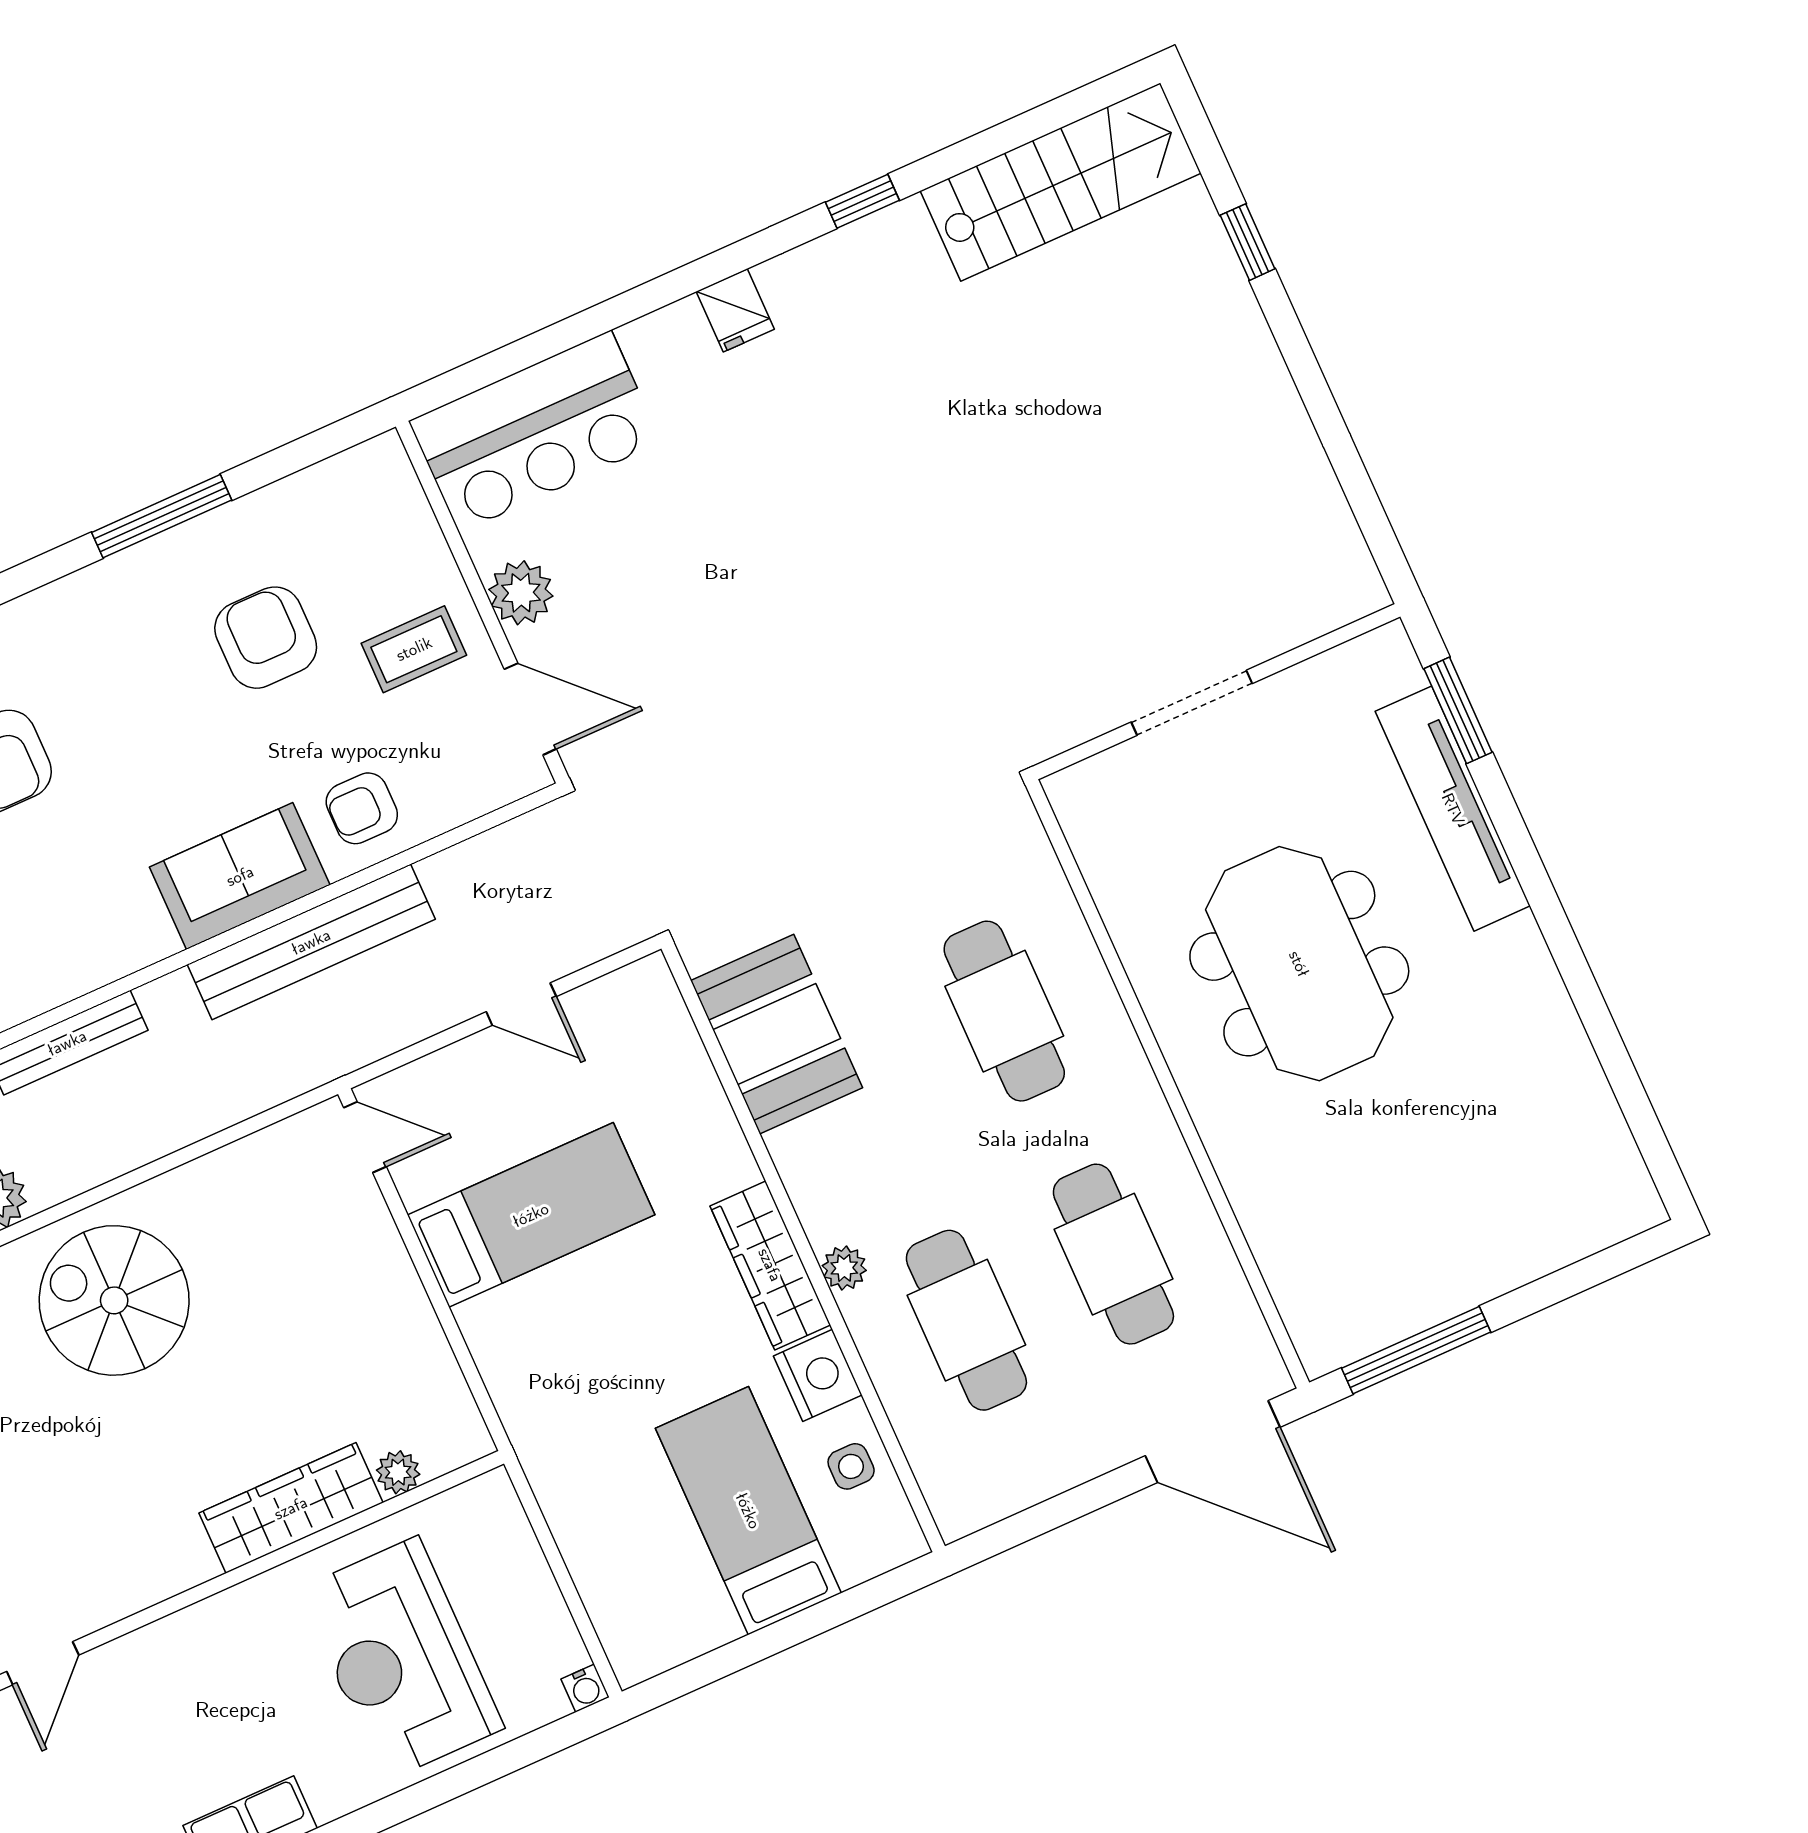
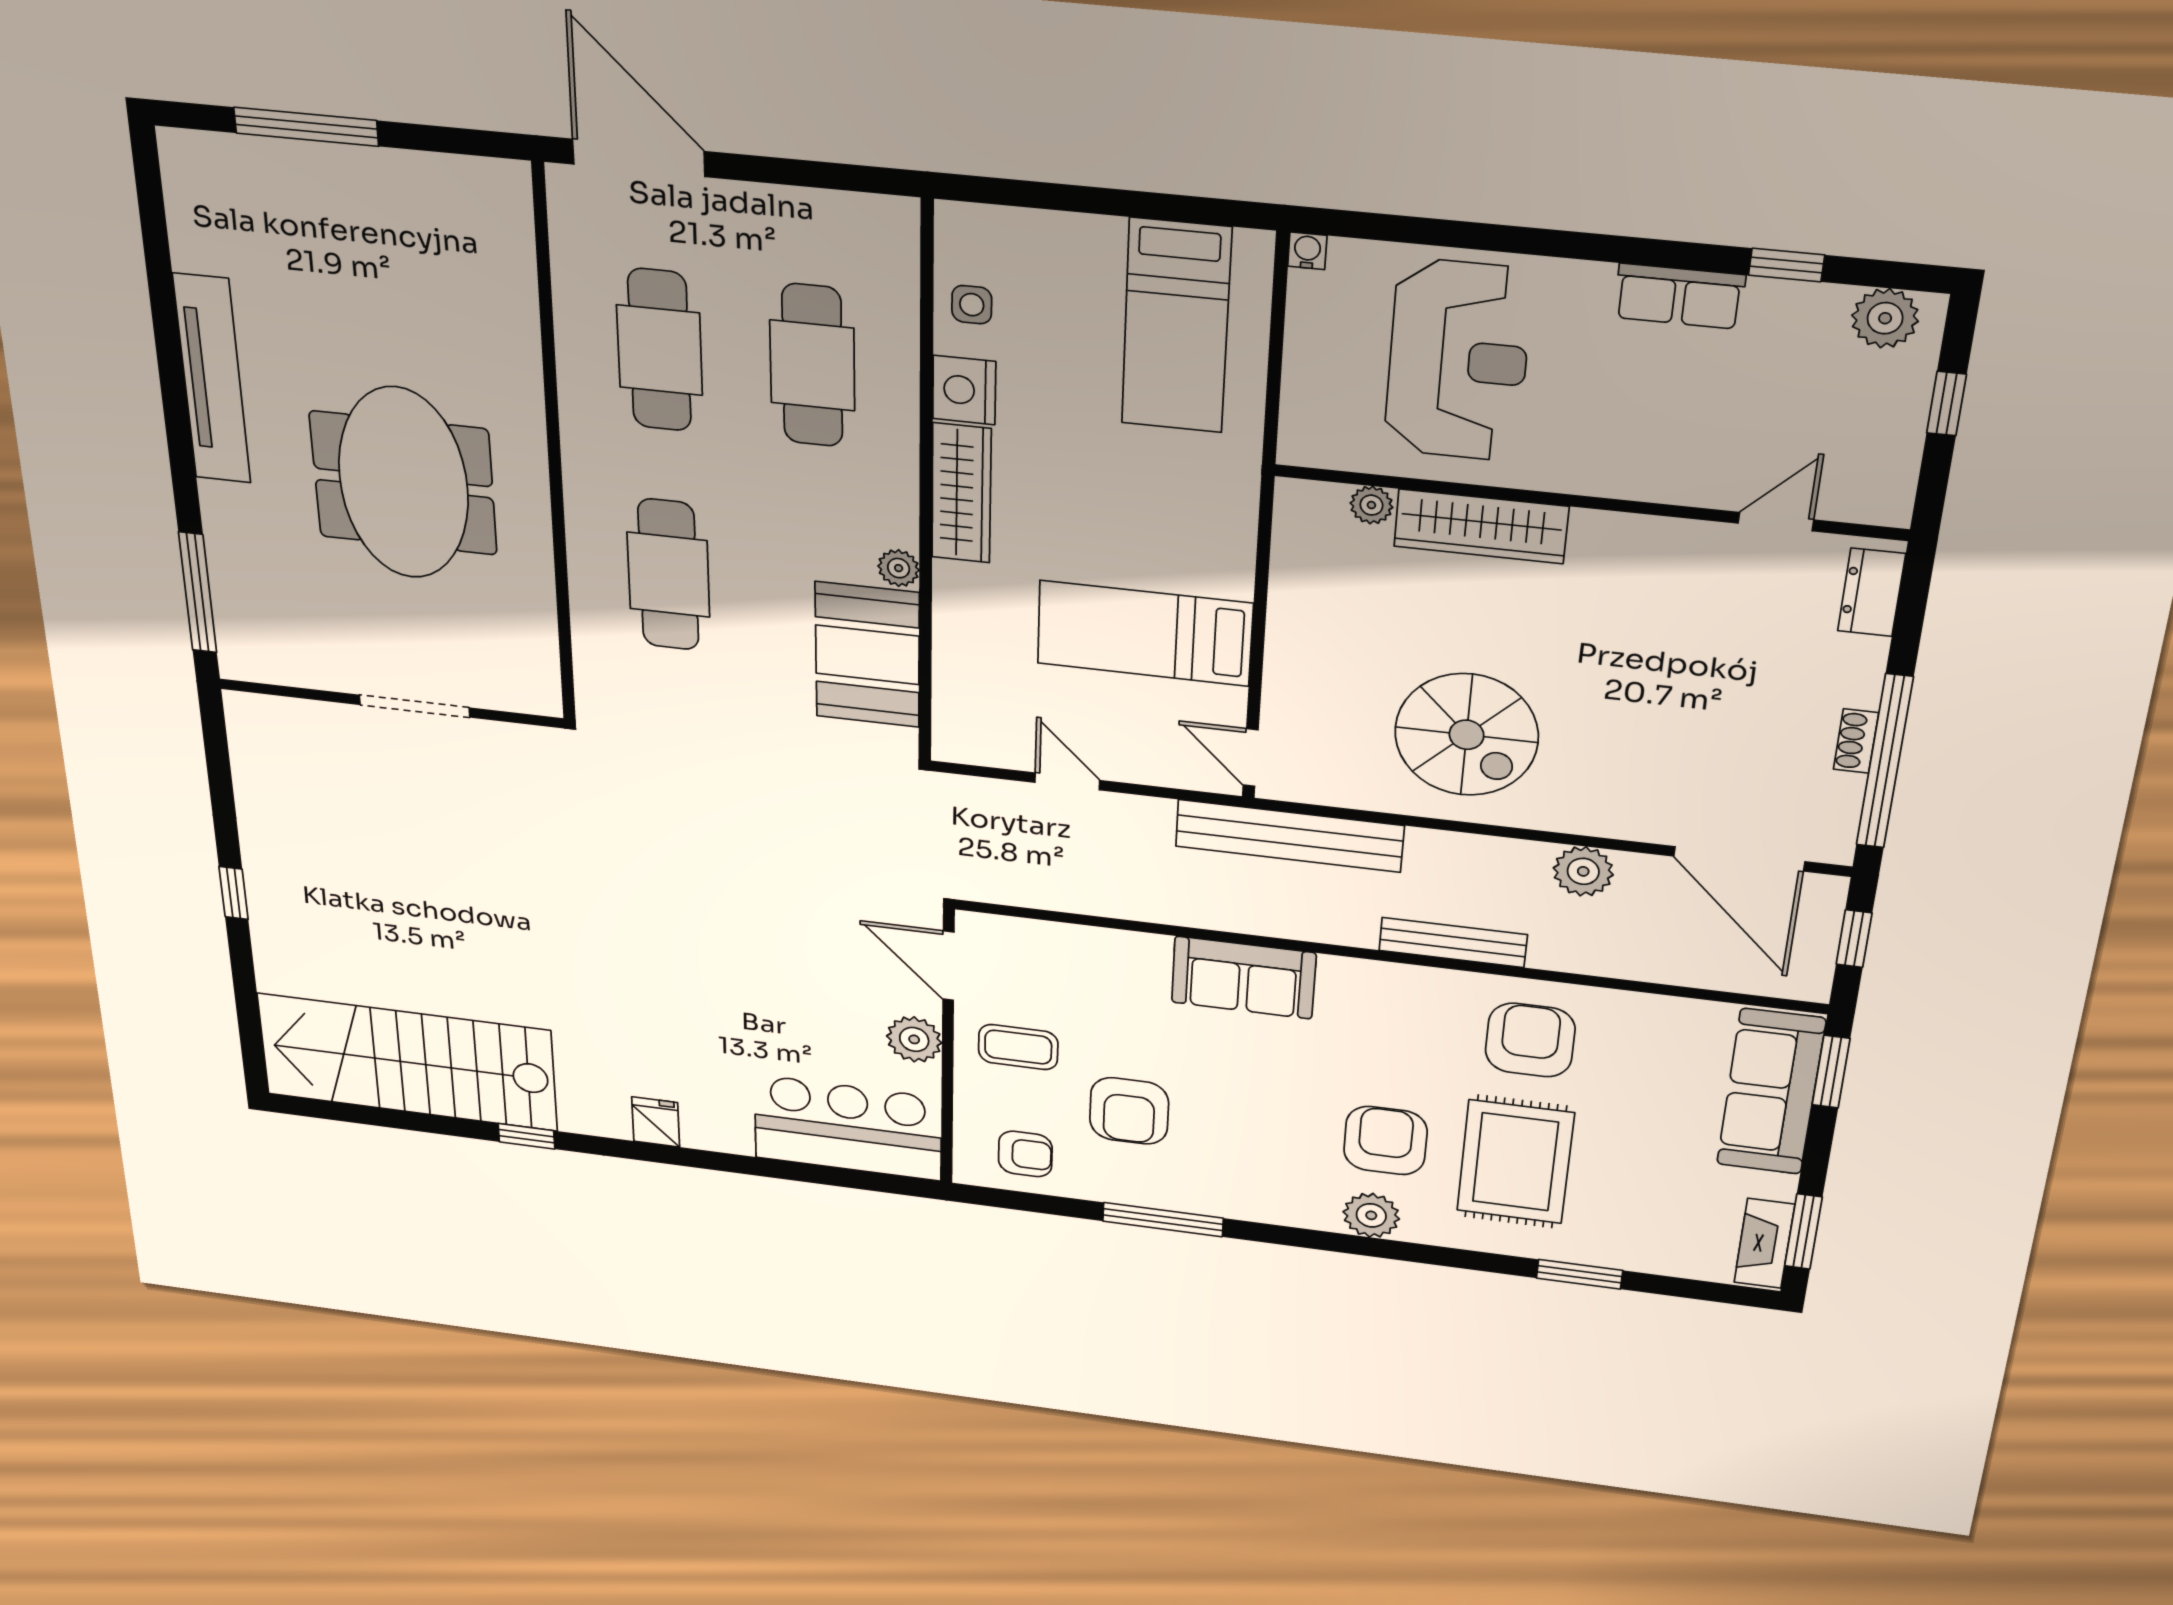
stairs: (1061, 182) -> (408, 1062), width x1.36, depth x1.51
window: (1248, 242) -> (234, 893), moved
window: (1458, 710) -> (198, 593), width x1.44
armchair: (362, 808) -> (1025, 1154), moved
tv unit: (1453, 809) -> (212, 379), moved
bench: (311, 942) -> (1289, 836), moved
plant: (844, 1268) -> (899, 568), moved
spiral stairs: (114, 1300) -> (1467, 735), moved
window: (1416, 1350) -> (306, 127), moved
bed: (748, 1511) -> (1176, 326), moved

